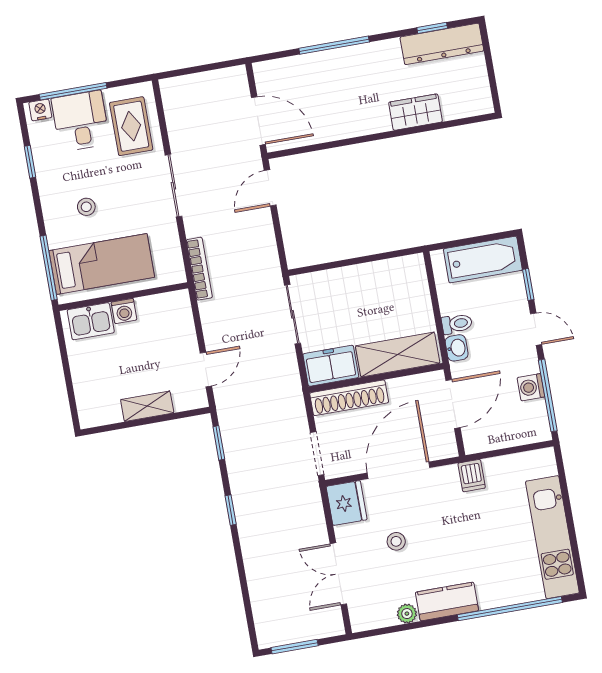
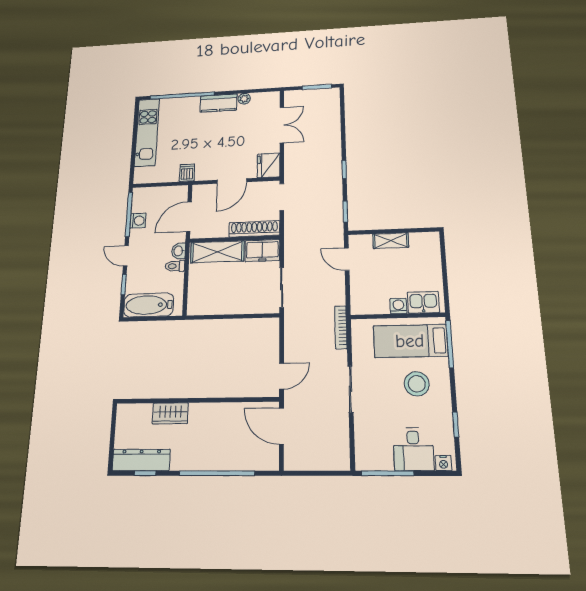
window: (334, 45) -> (217, 473), width x1.46
window: (73, 91) -> (388, 473), moved
rug: (131, 126) -> (375, 438), removed
stool: (86, 207) -> (417, 384), width x1.89, depth x1.89
door: (206, 370) -> (347, 259), hinge flipped
door: (398, 470) -> (232, 181), width x0.73
stool: (396, 541) -> (242, 140), removed

